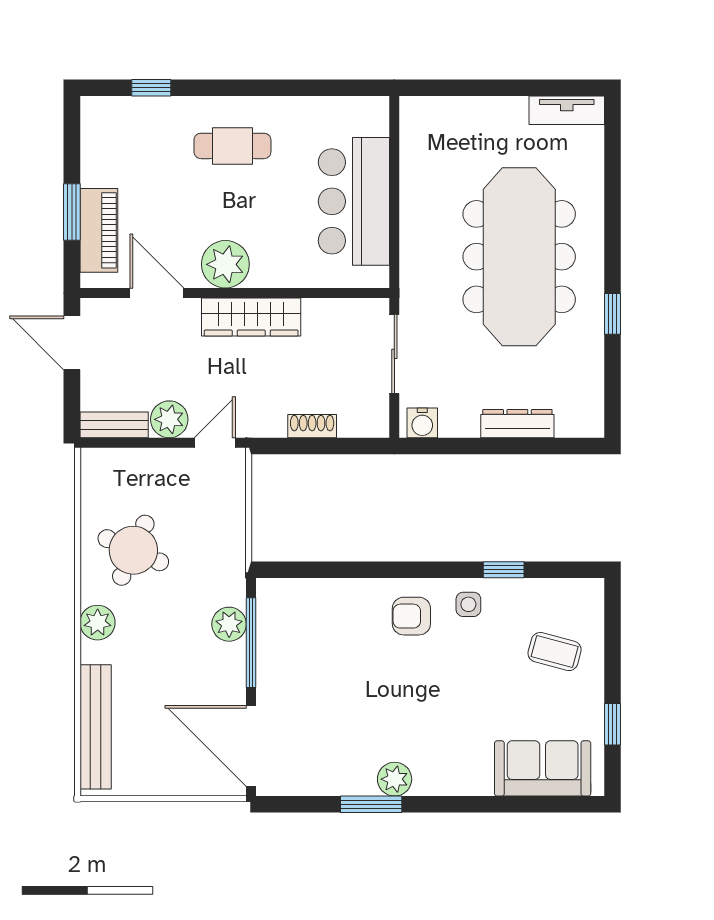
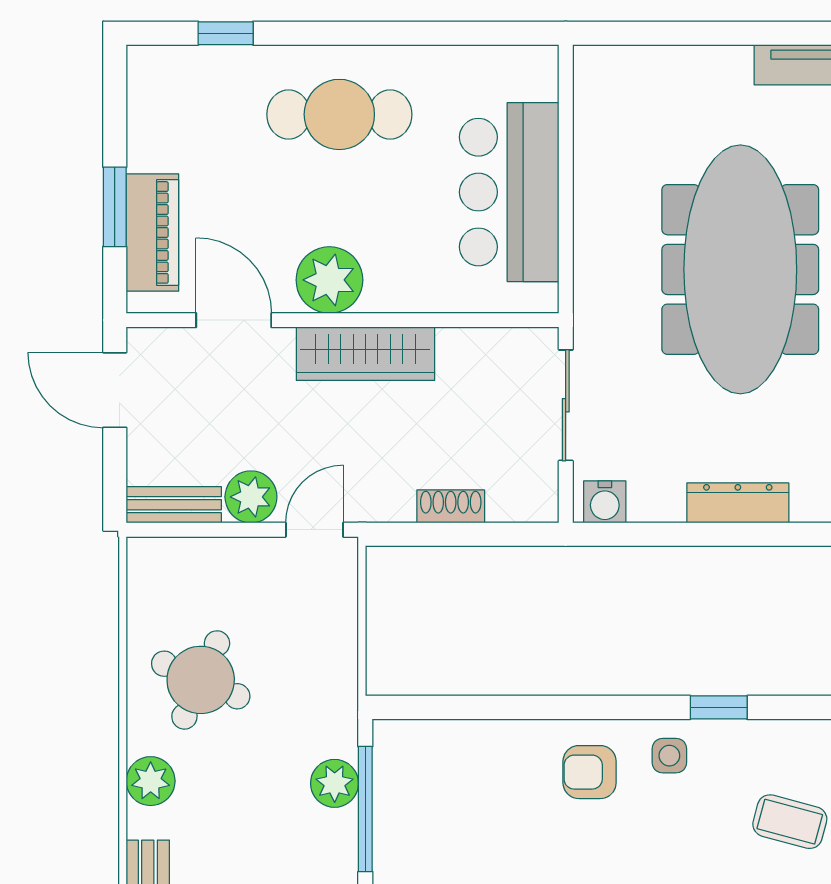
cafe table: (232, 146) -> (339, 114), width x1.37, depth x1.35

